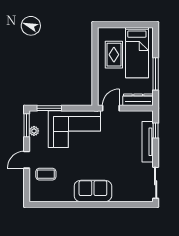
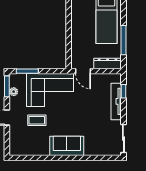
rug: (114, 55) -> (86, 23), removed
door: (111, 108) -> (83, 71), swing flipped
coffee table: (46, 174) -> (37, 120), moved

